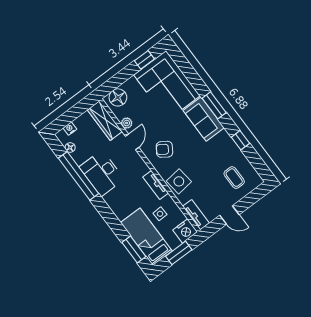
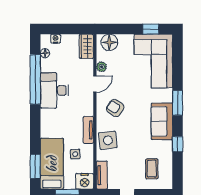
sofa: (204, 119) -> (162, 121), moved
wardrobe: (105, 121) -> (86, 46), width x0.67

